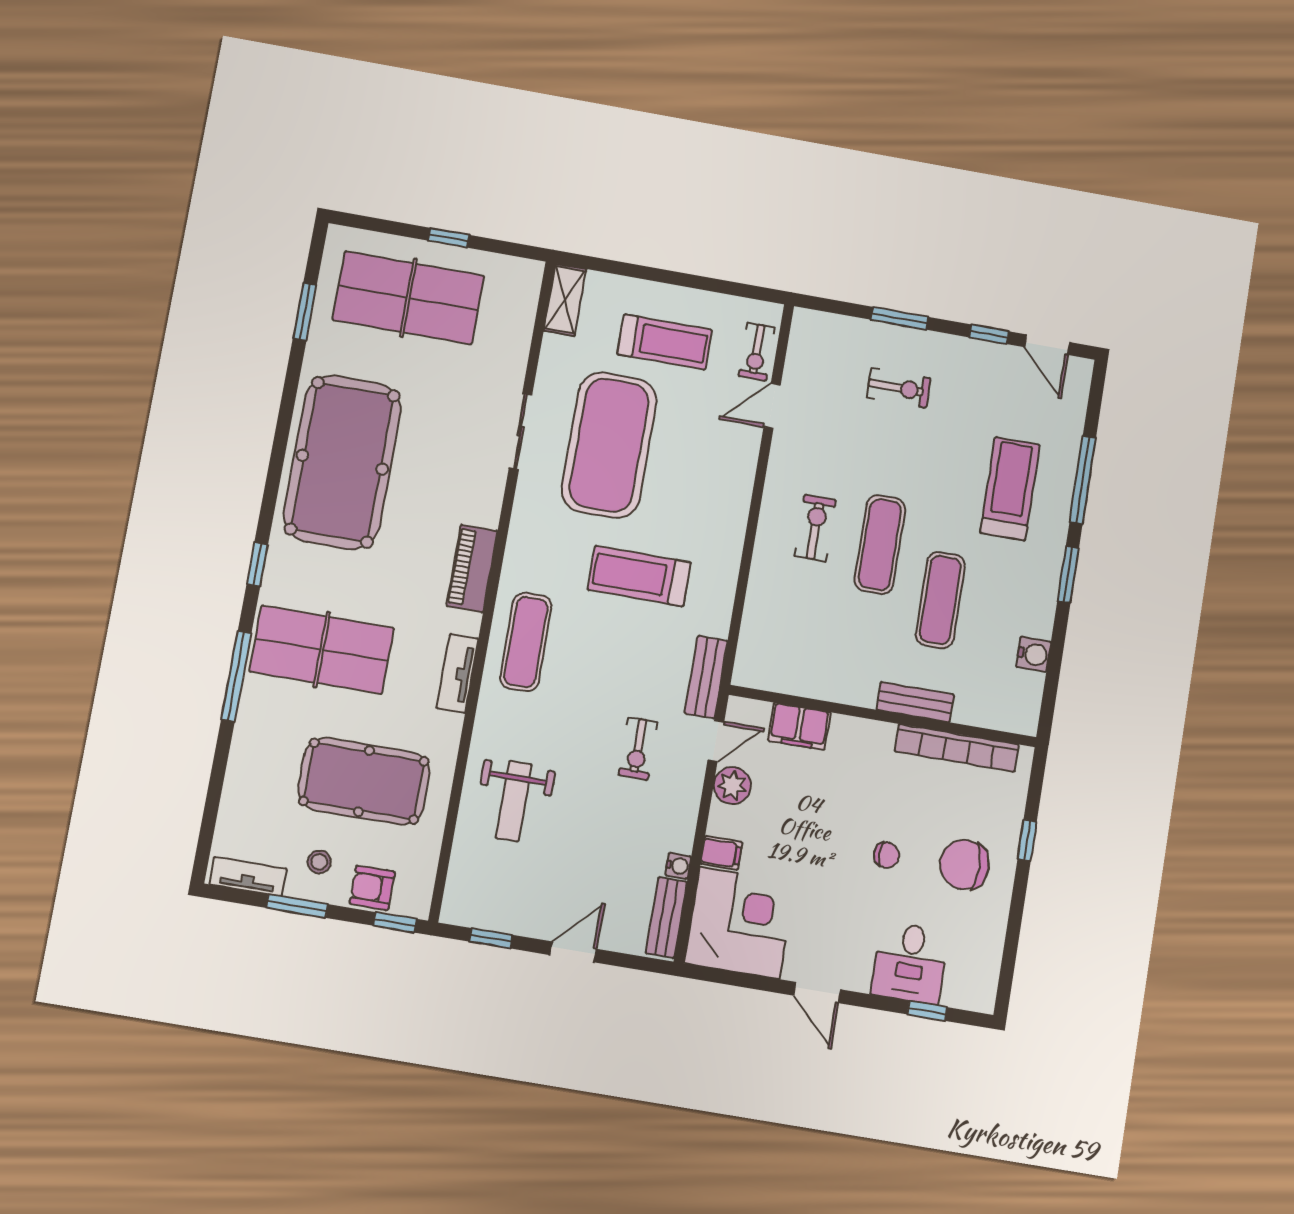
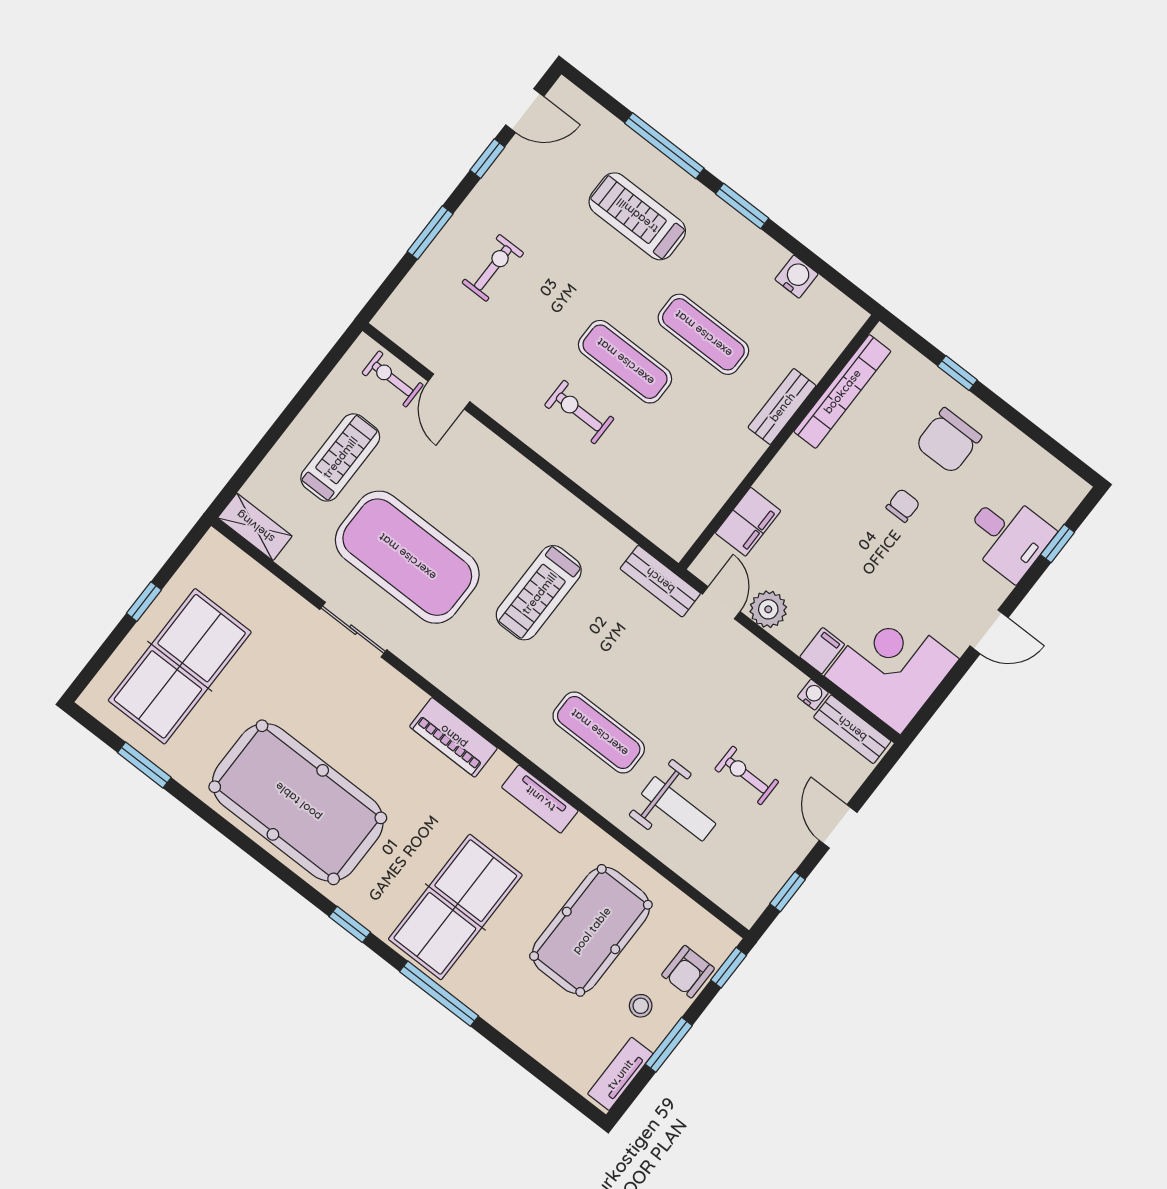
exercise bike: (757, 352) -> (393, 379), turned 180
exercise mat: (526, 642) -> (599, 733), moved
exercise bike: (638, 748) -> (747, 775), moved, turned 180

